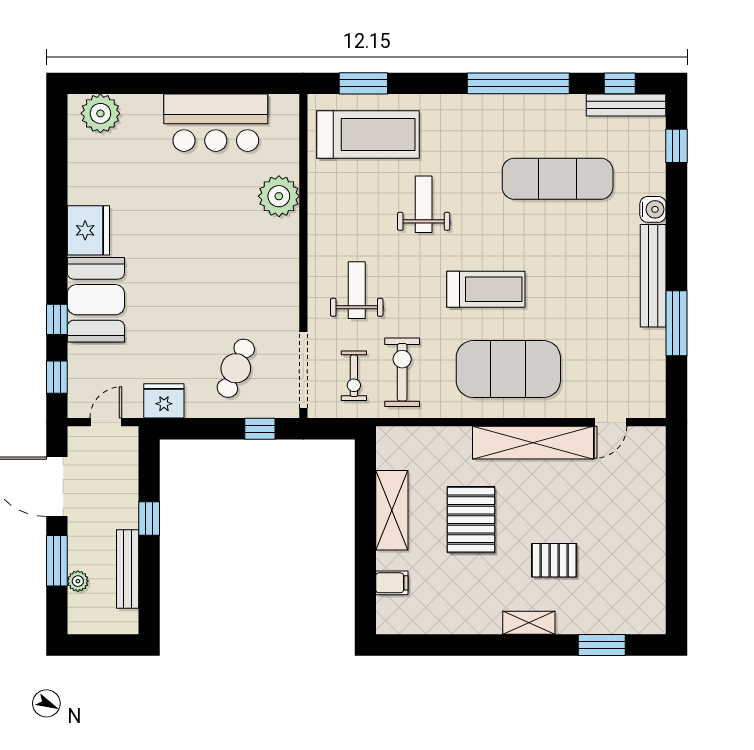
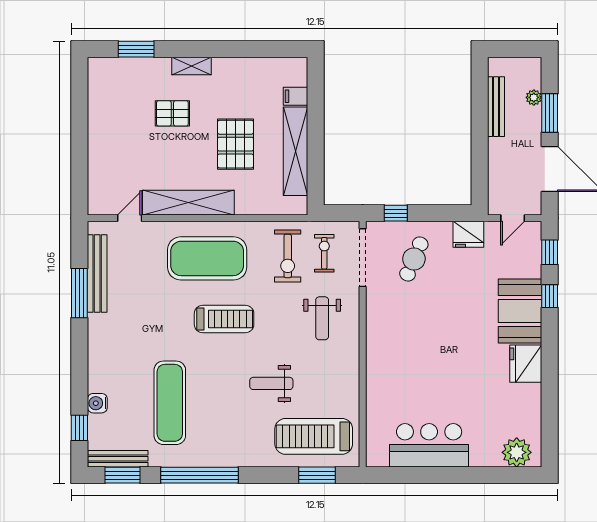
window: (620, 83) -> (123, 475), width x1.50
exercise mat: (558, 179) -> (170, 403), turned 90
plant: (279, 196) -> (381, 390), removed
weight bench: (424, 204) -> (271, 383), turned 90
water cooler: (653, 209) -> (97, 403), moved
bench: (653, 276) -> (97, 273), moved
treadmill: (486, 289) -> (224, 319), turned 180
shelving: (392, 510) -> (295, 151), width x1.47
window: (149, 519) -> (480, 145), removed

